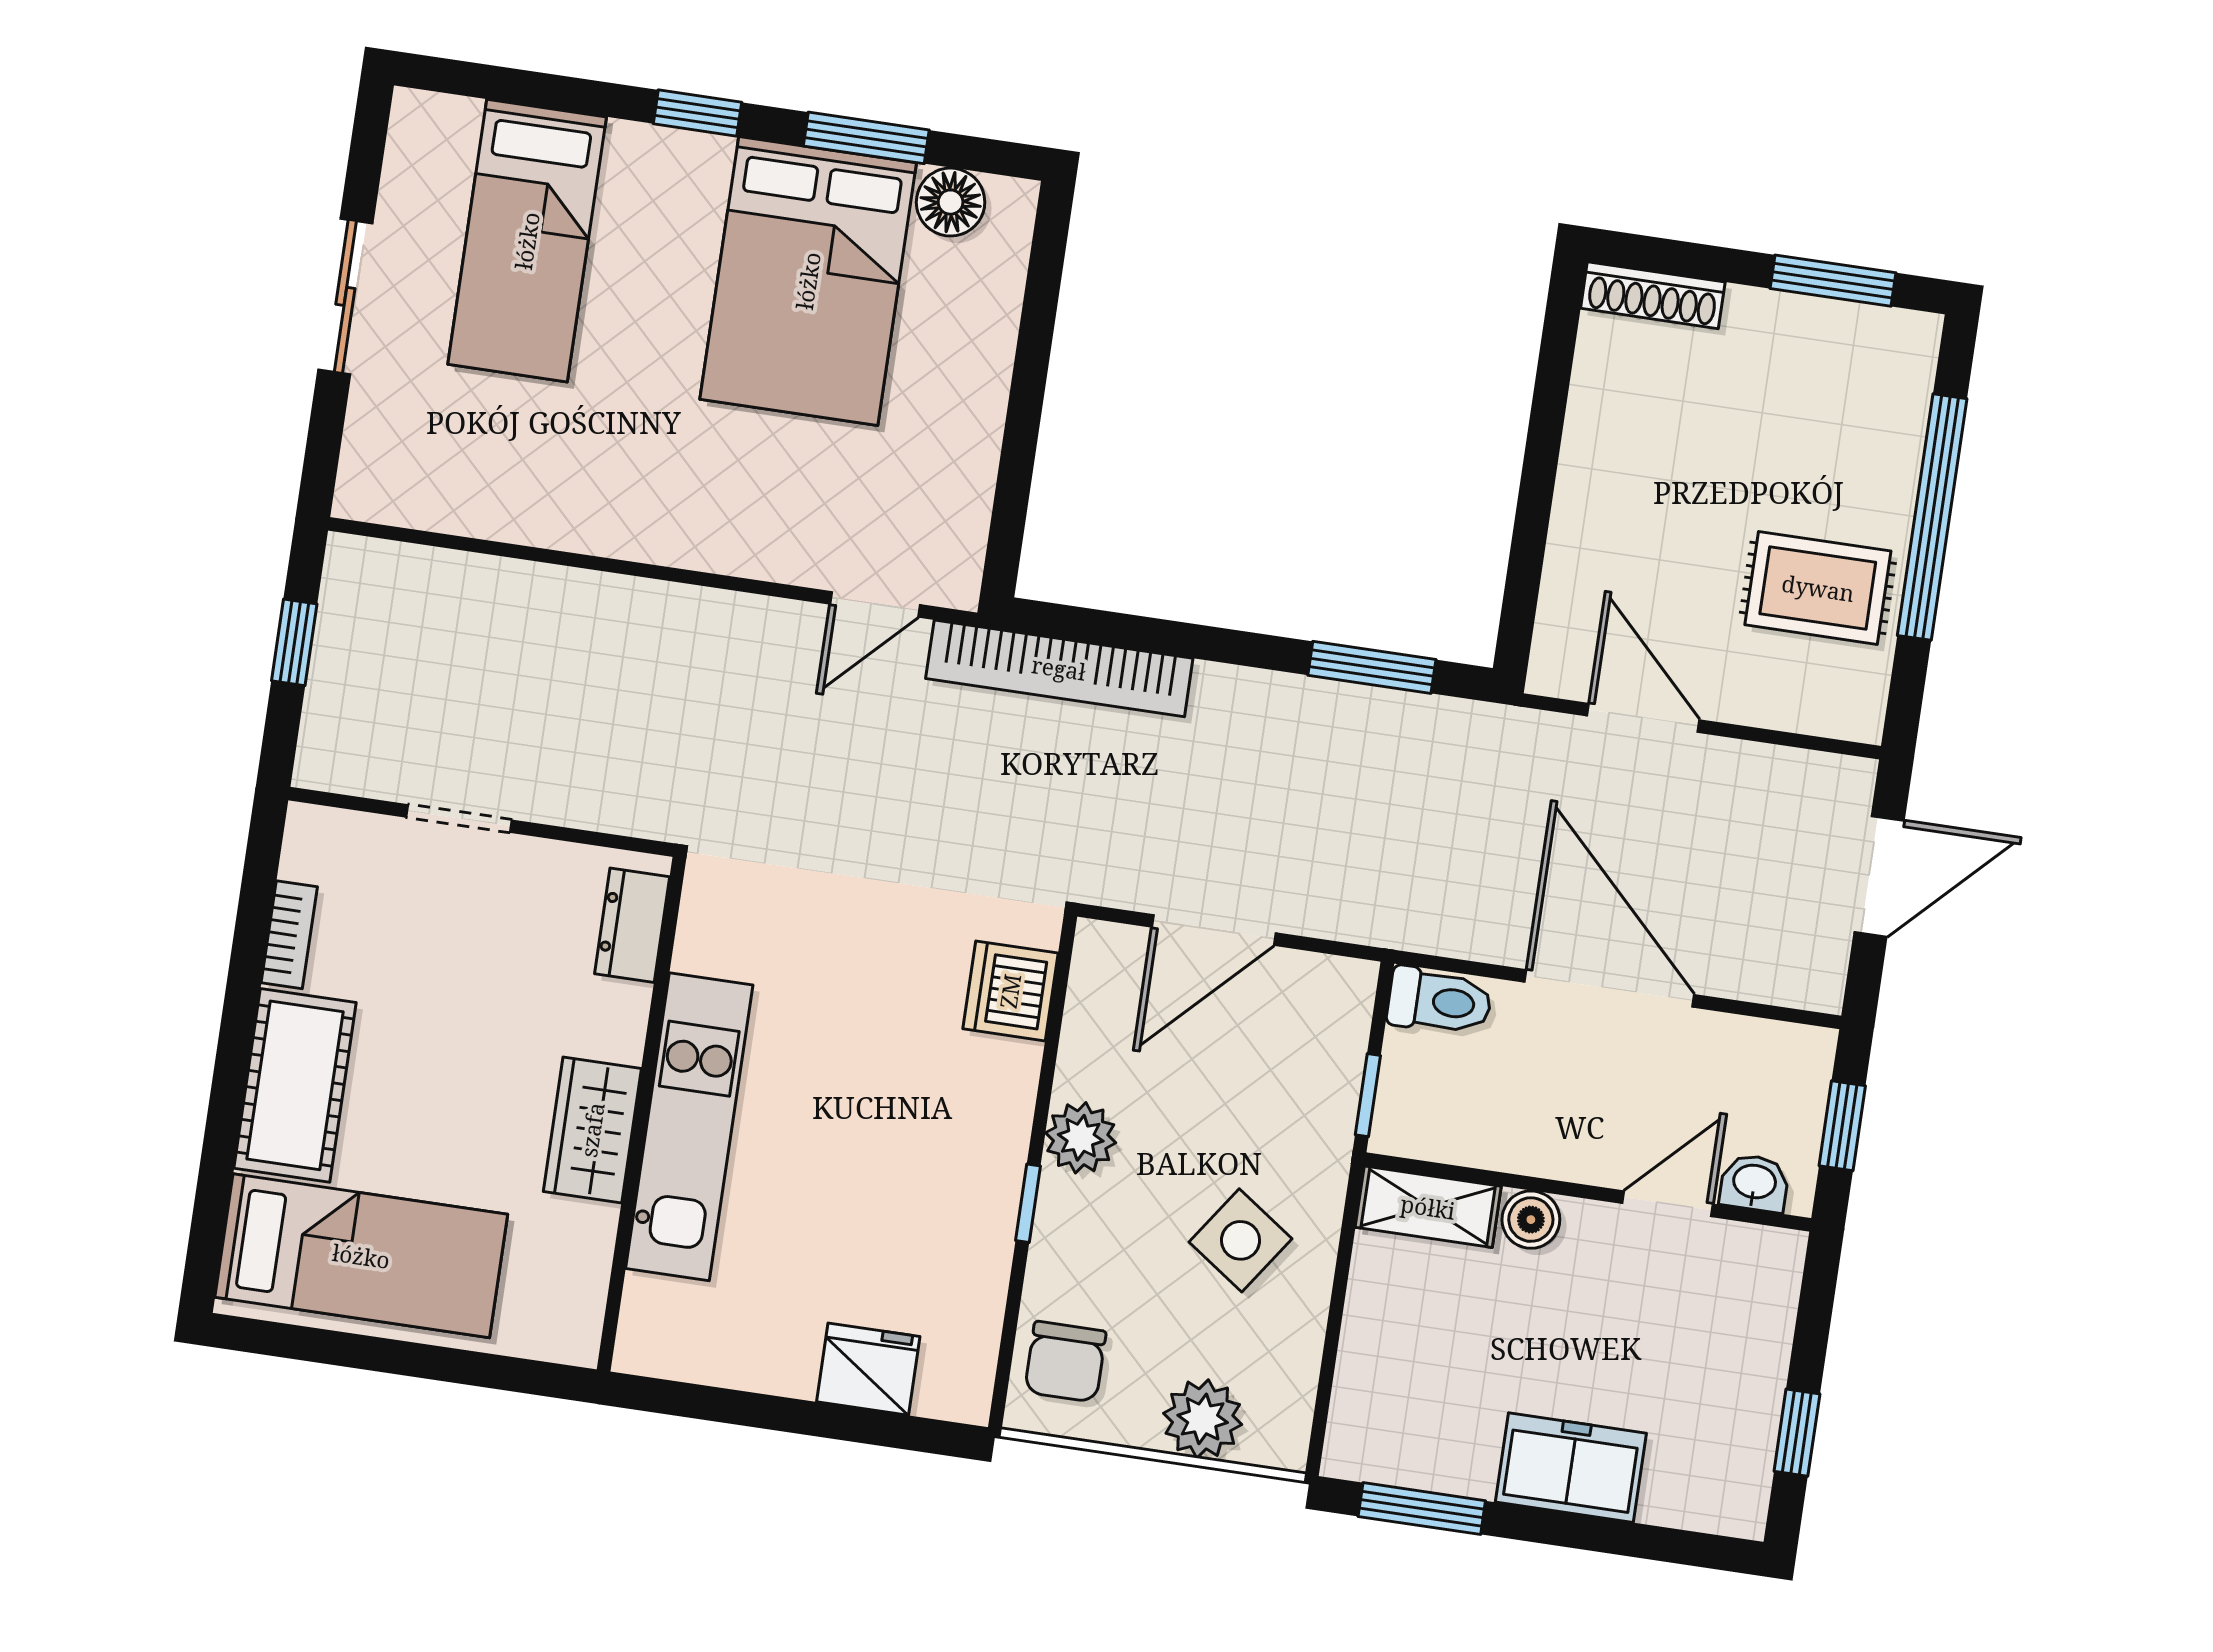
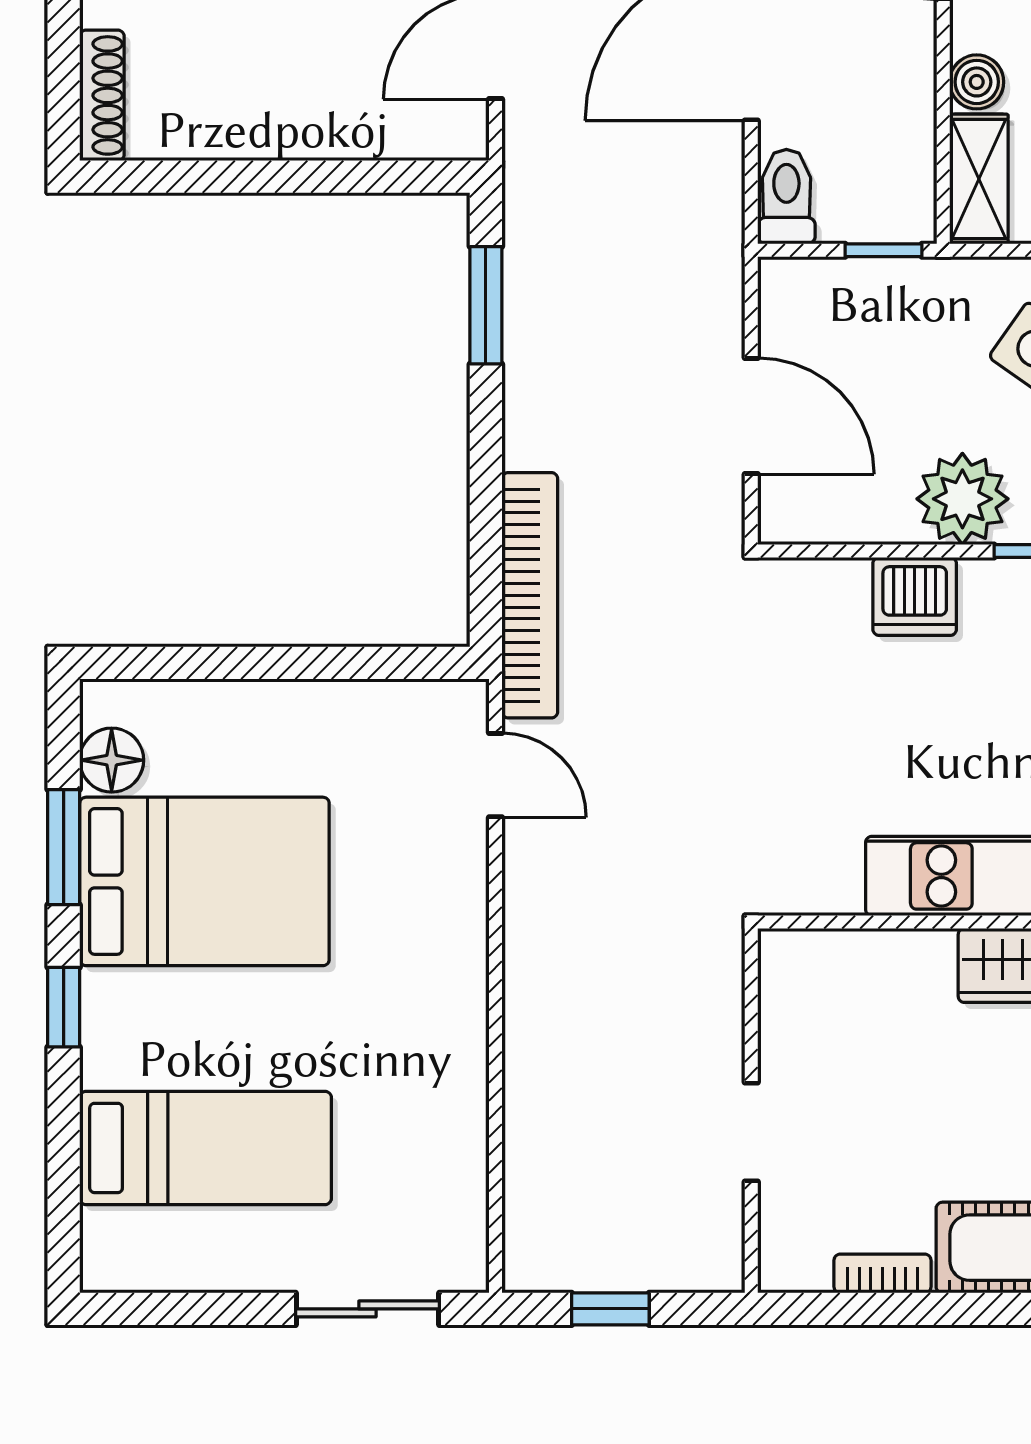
sliding door: (345, 296) -> (367, 1309), moved
dresser: (632, 925) -> (827, 957), removed
dishwasher: (1010, 991) -> (915, 596), moved
plant: (1081, 1138) -> (962, 499), width x1.36, depth x1.36

